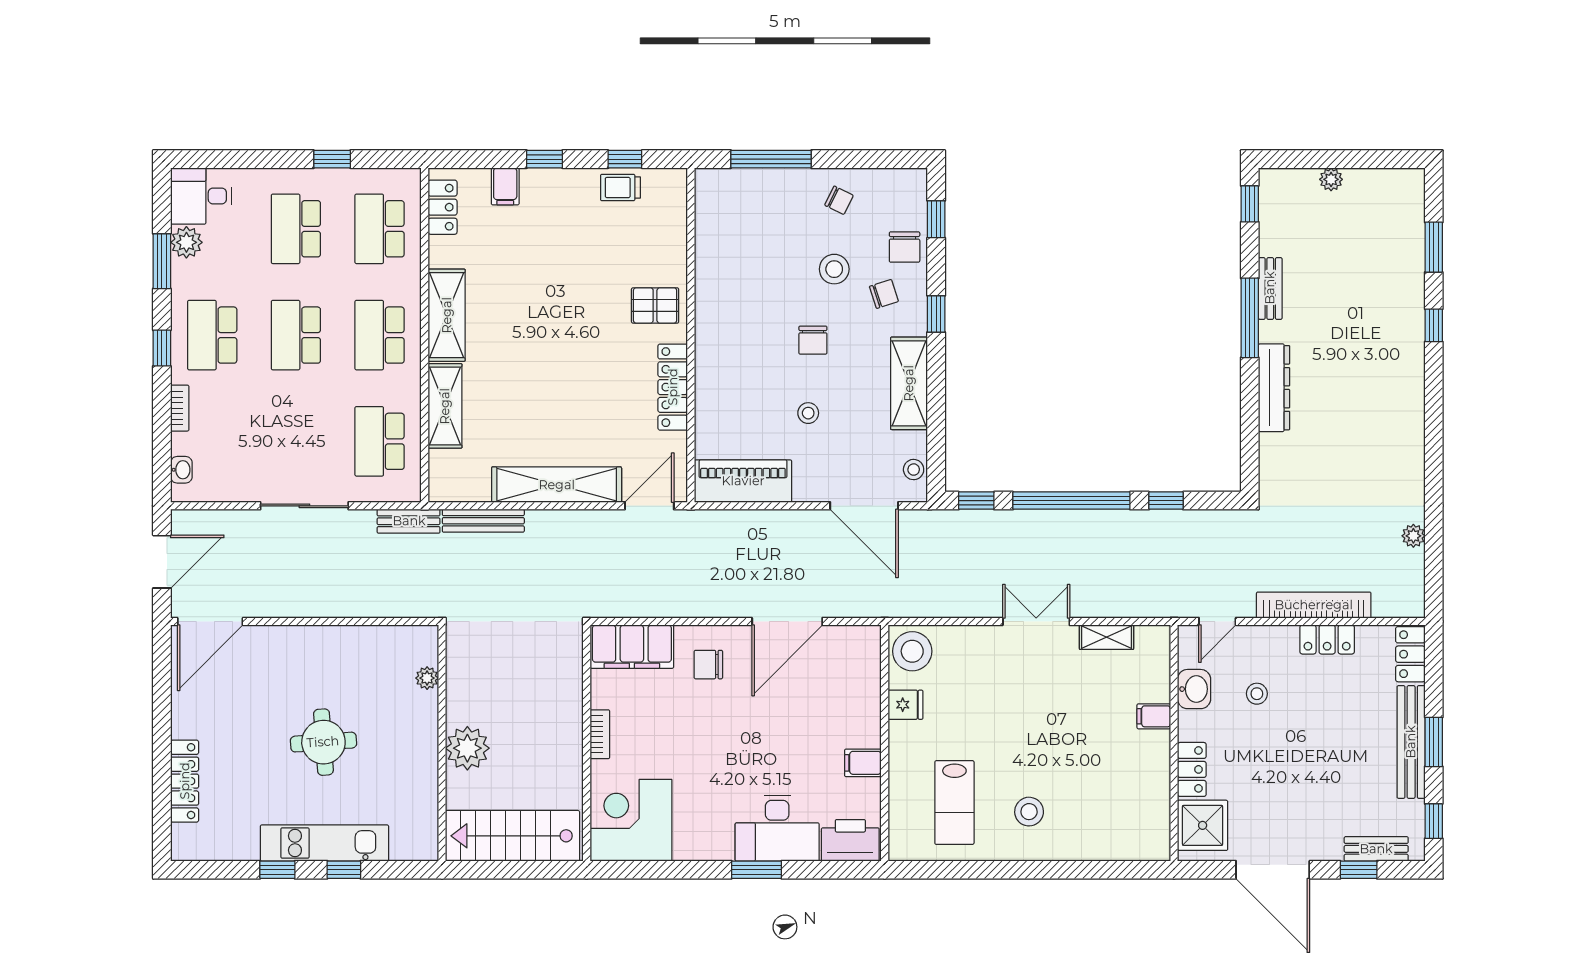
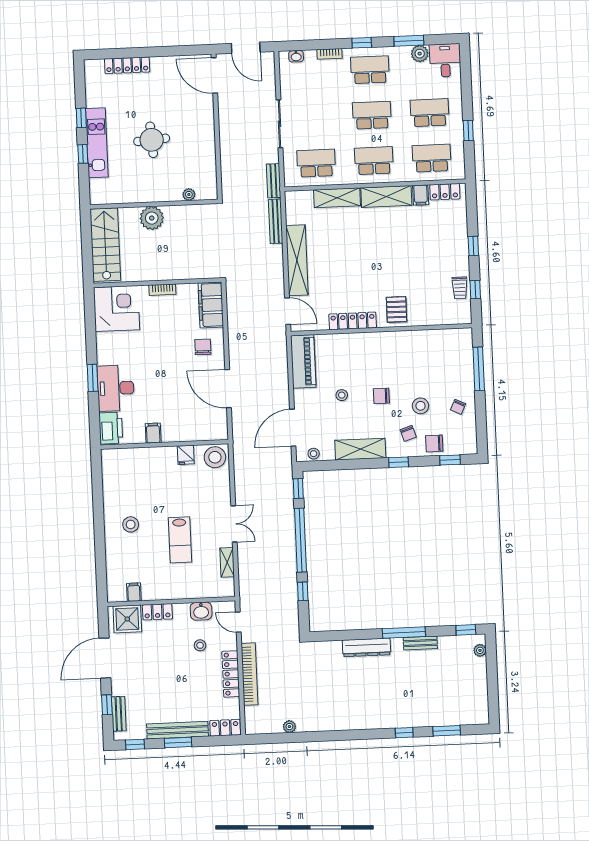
plant: (1331, 179) -> (480, 650), moved
filing cabinet: (505, 186) -> (421, 195), moved, turned -90
trolley: (620, 187) -> (460, 288), turned 180
locker: (1327, 639) -> (231, 674), width x1.53
filing cabinet: (1154, 716) -> (134, 592), moved
lab bench: (954, 803) -> (180, 540), moved, turned -90

